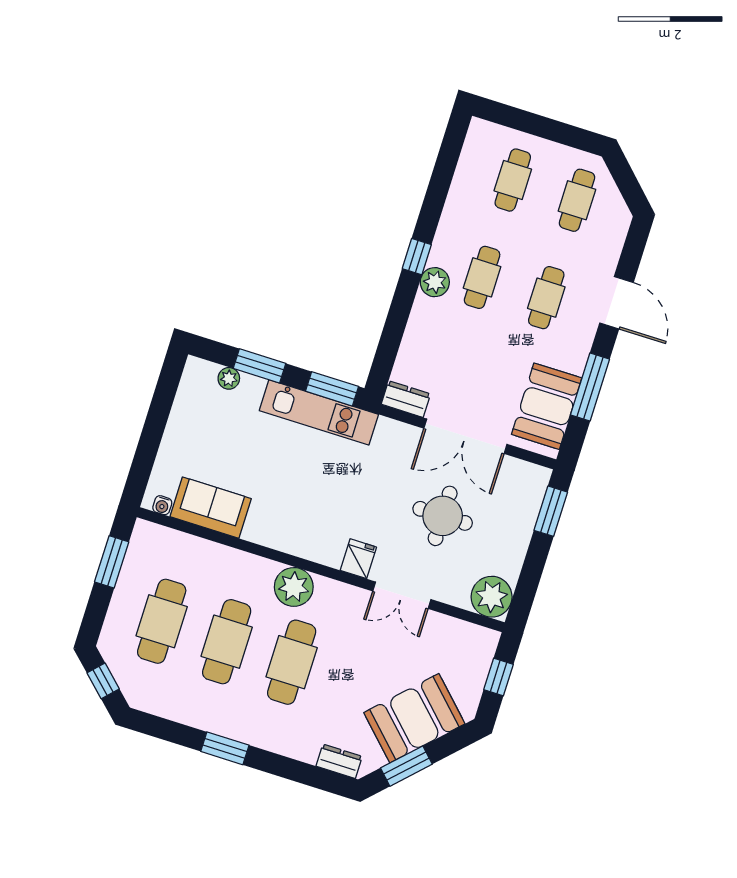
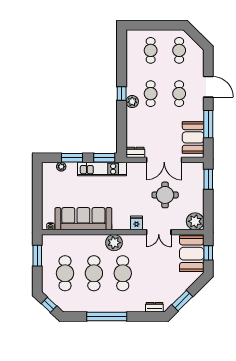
sofa: (211, 508) -> (83, 219), width x1.85, depth x1.27
booth: (414, 718) -> (192, 254), moved, turned -45
window: (225, 748) -> (107, 317), width x2.11

